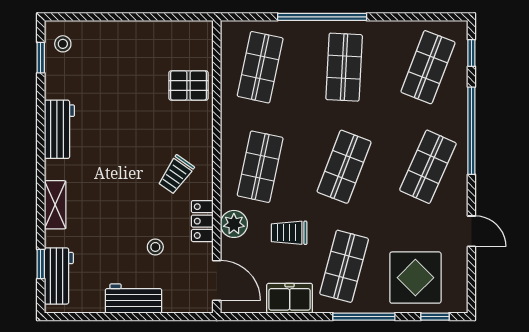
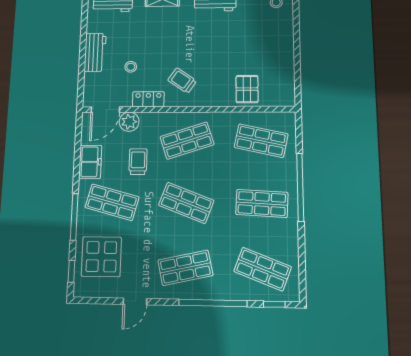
shop shelf: (260, 167) -> (187, 141), turned -30
shop shelf: (428, 167) -> (185, 268), turned -36
plant: (234, 224) -> (129, 122), moved

